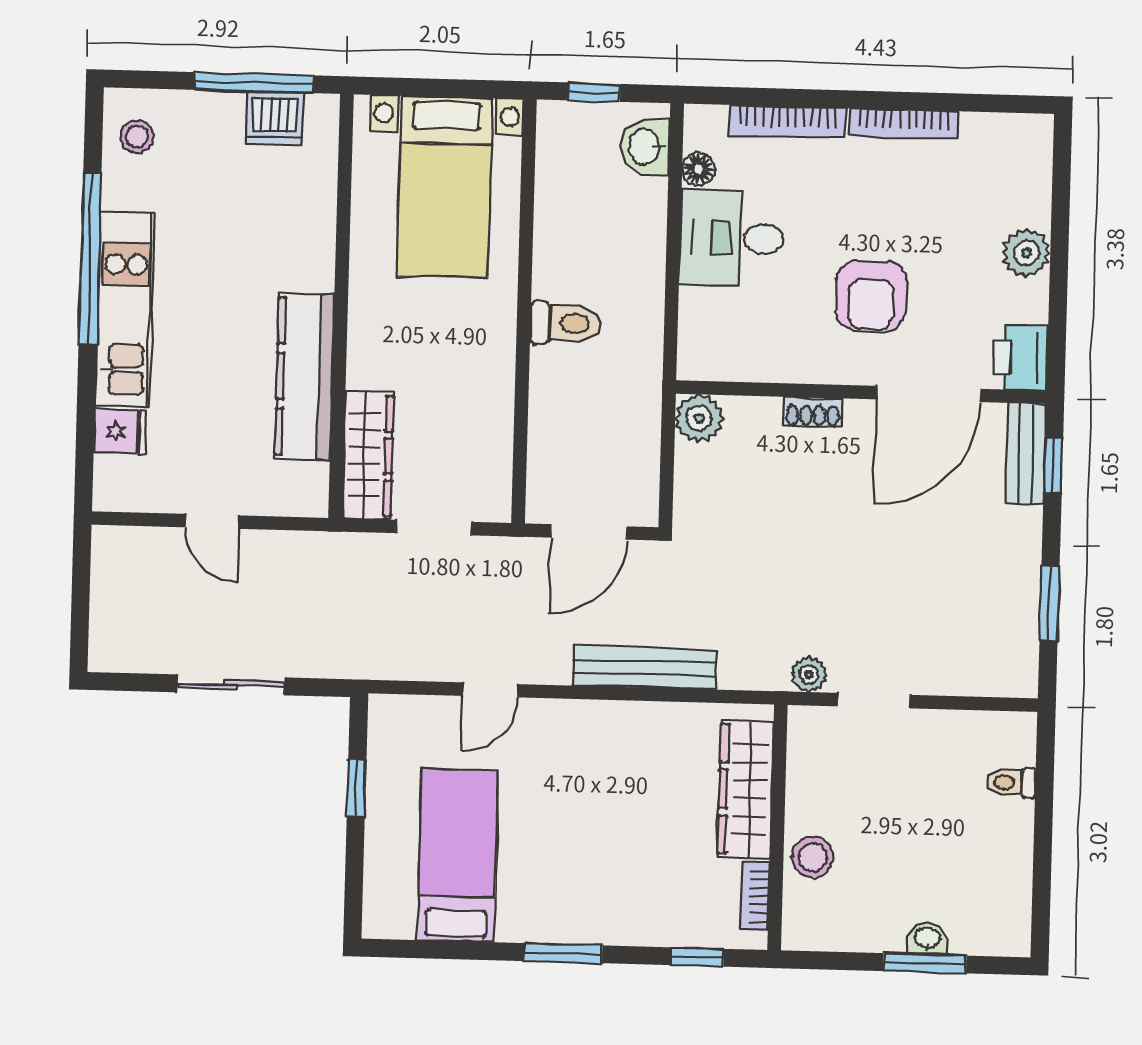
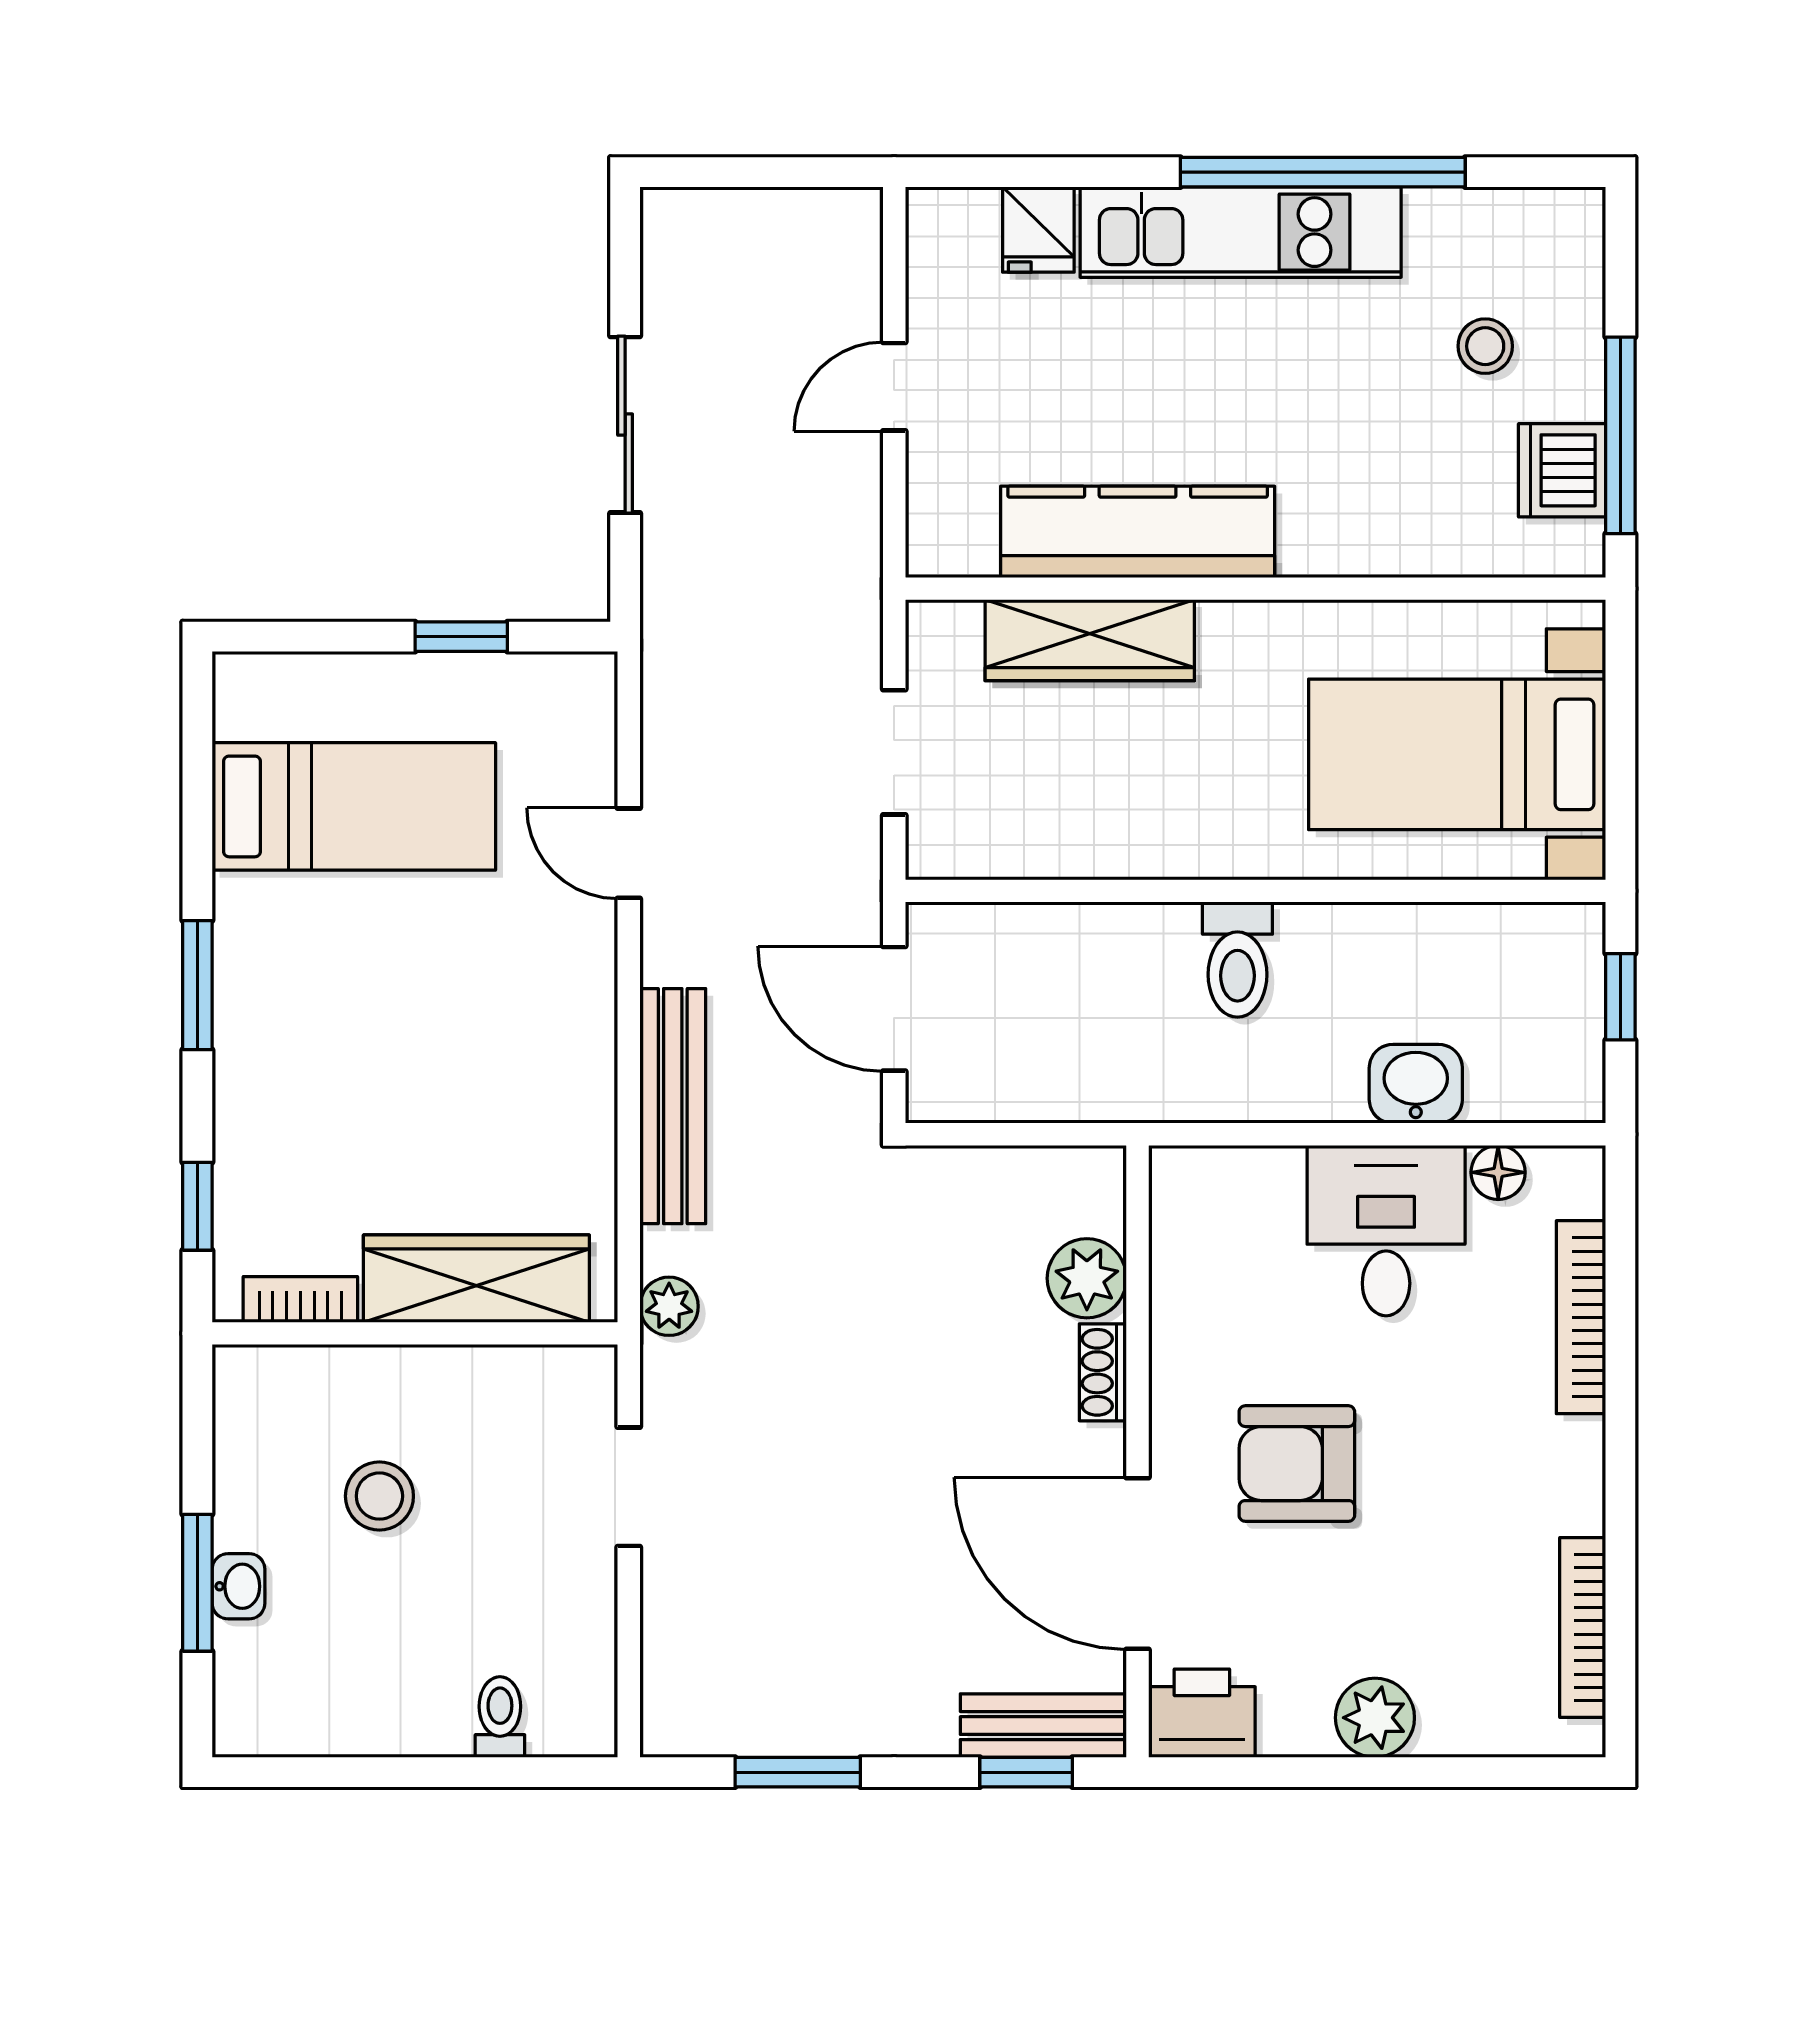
bookcase: (904, 124) -> (1583, 1628), moved
stool: (137, 137) -> (1485, 346), moved
washbasin: (645, 147) -> (1416, 1084), moved
plant: (699, 418) -> (1087, 1278), moved
wardrobe: (368, 455) -> (1090, 640), moved
plant: (809, 674) -> (669, 1306), moved
stool: (813, 857) -> (379, 1496), moved

